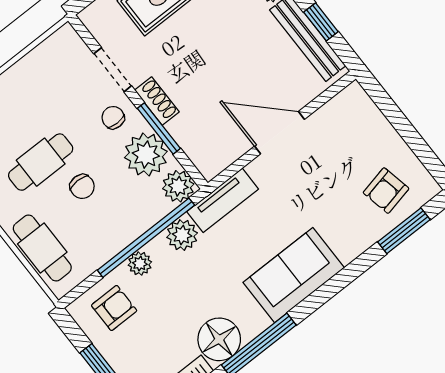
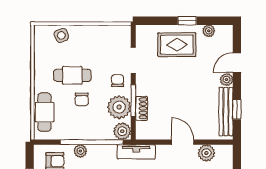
shoe rack: (157, 101) -> (141, 108), moved
door: (280, 133) -> (183, 142), width x0.73
plant: (182, 235) -> (206, 153), moved

